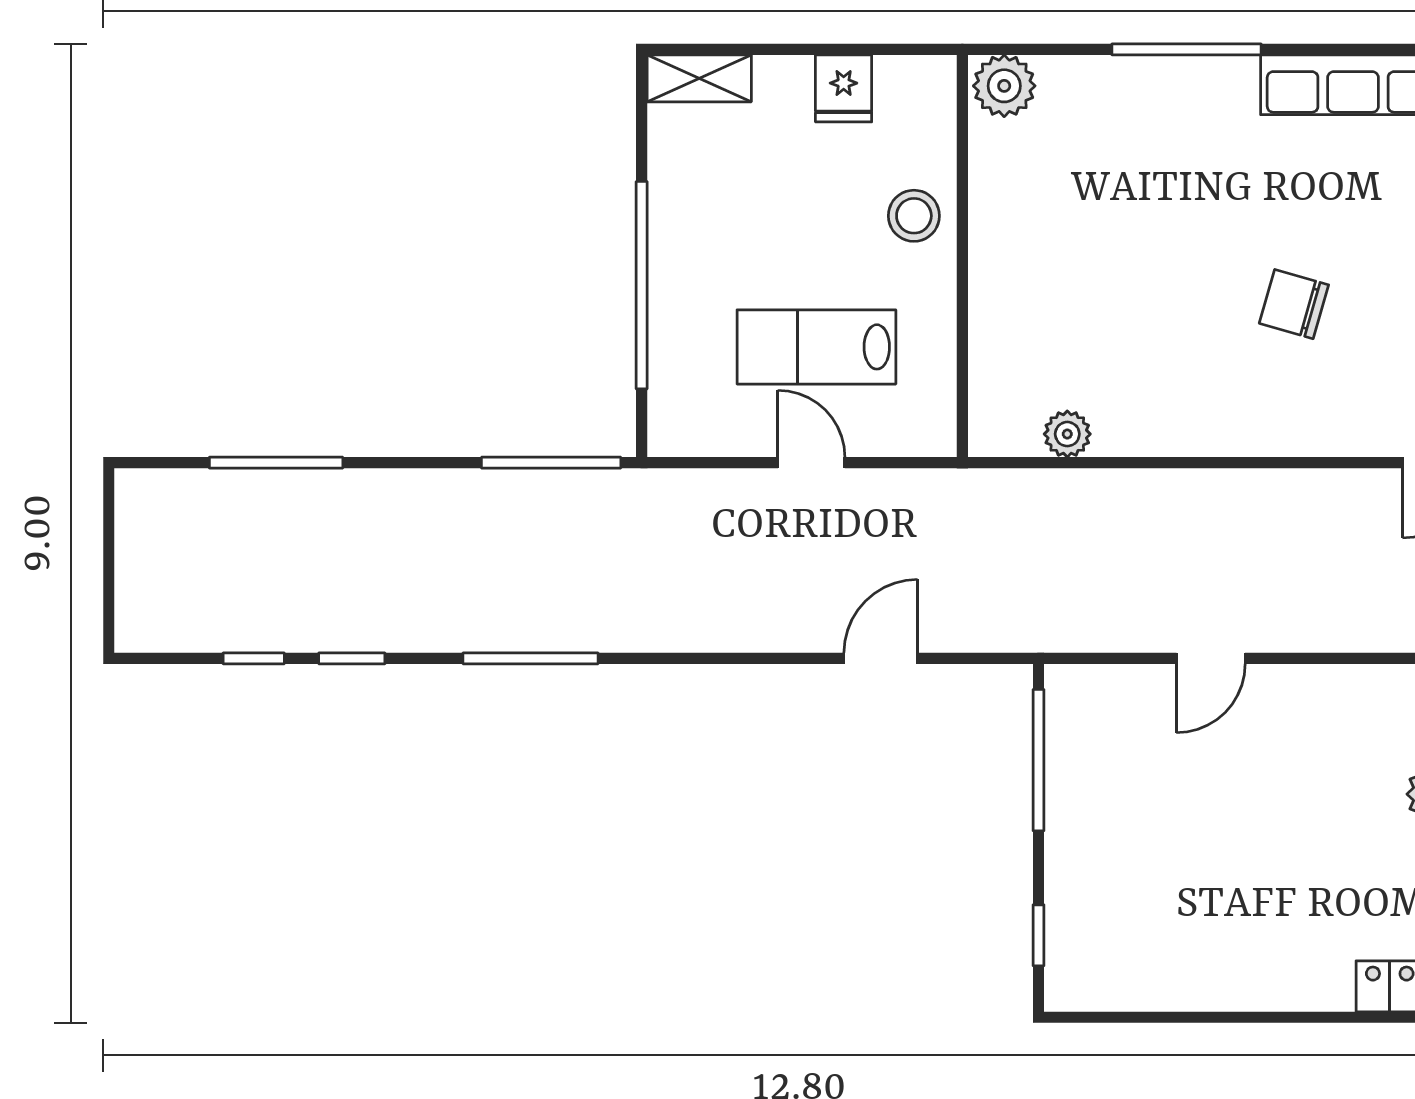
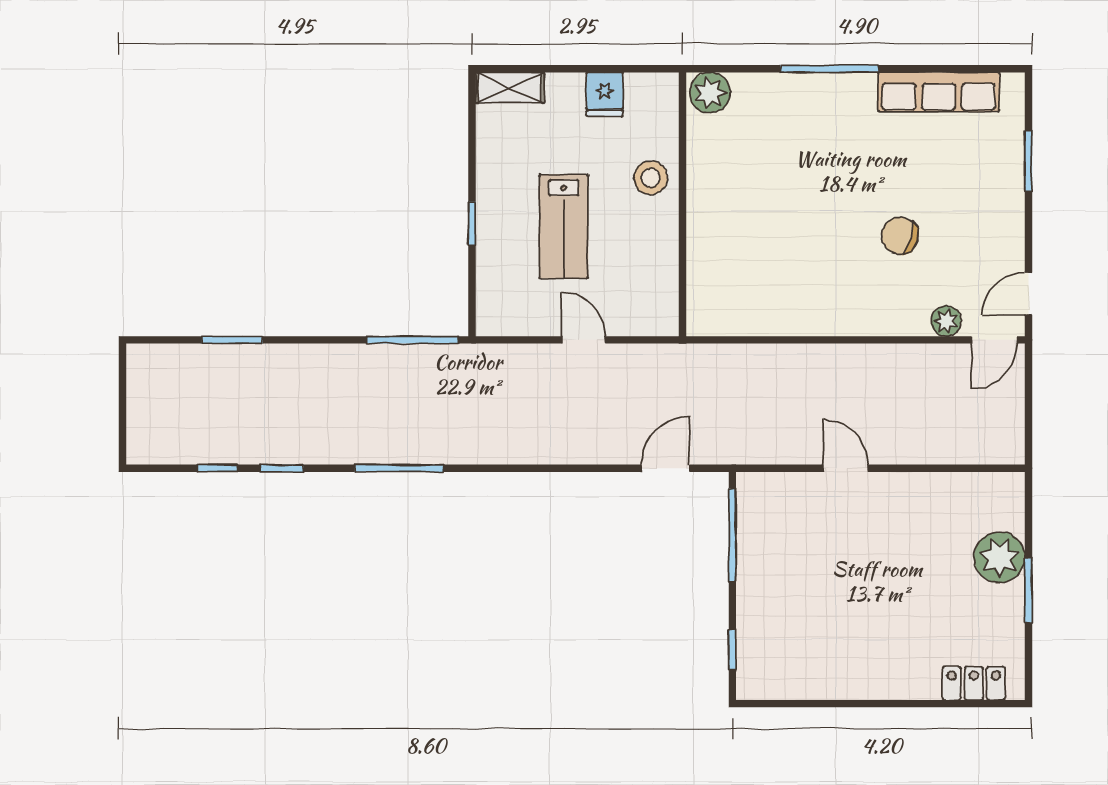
window: (642, 285) -> (472, 223), width x0.32
lab bench: (816, 347) -> (564, 227), moved, turned -90
plant: (1067, 434) -> (946, 321), moved
window: (276, 463) -> (232, 340), width x0.69
door: (881, 658) -> (666, 468), moved
door: (1211, 658) -> (845, 468), swing flipped

